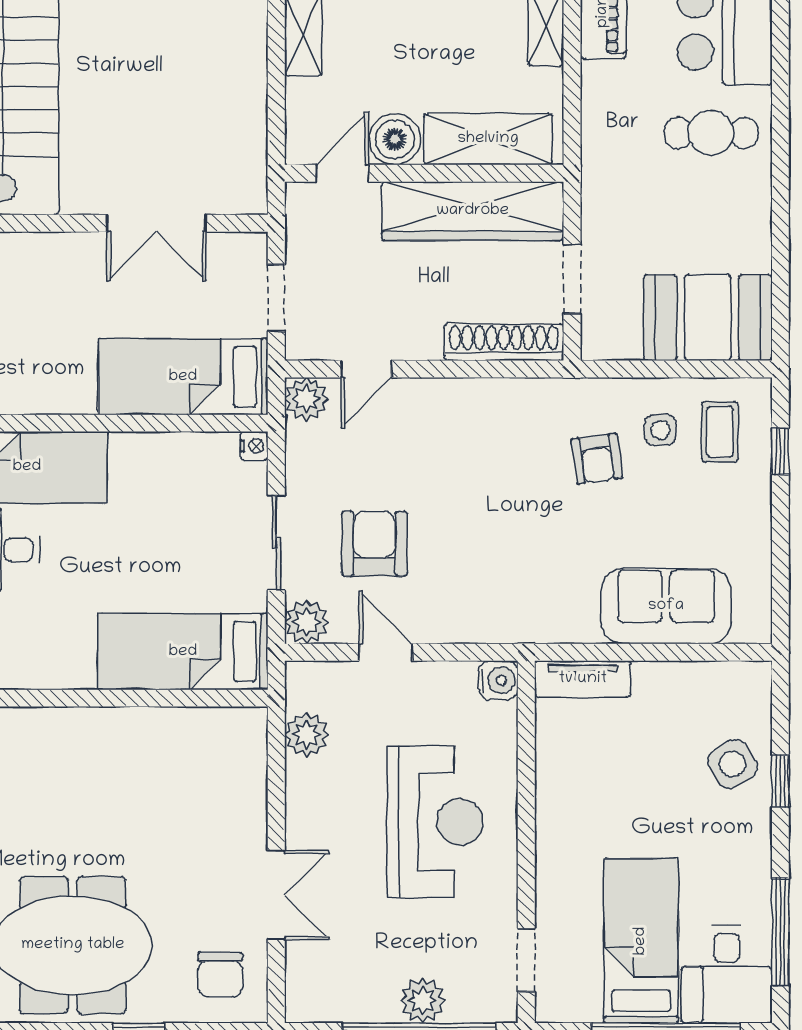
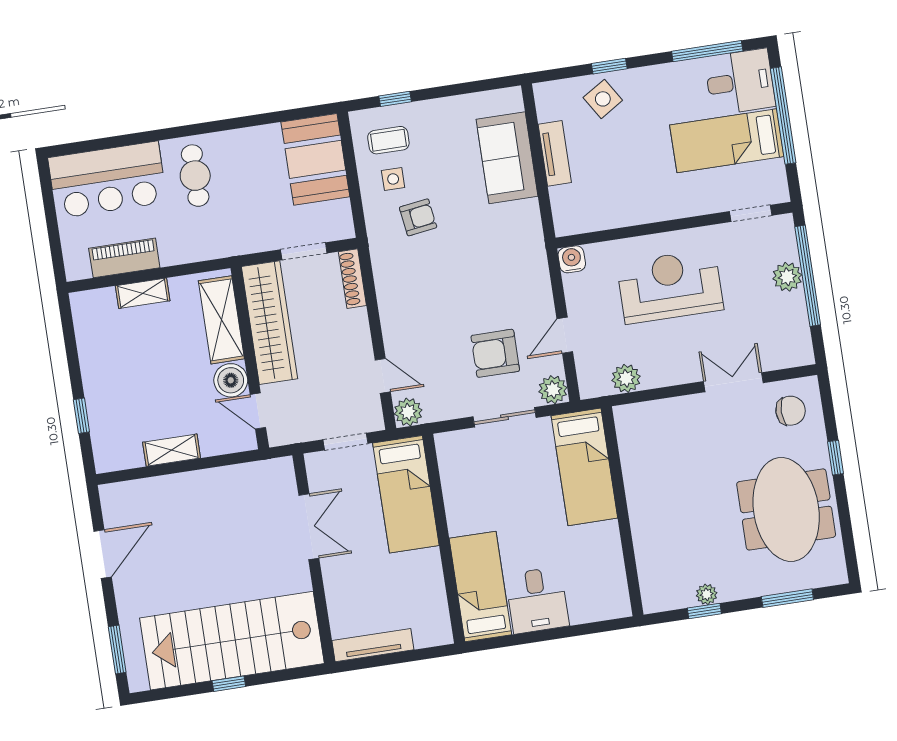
shoe rack: (504, 342) -> (352, 279), width x0.74, depth x0.81
nightstand: (254, 446) -> (444, 441), removed
tv unit: (583, 679) -> (555, 153), moved

